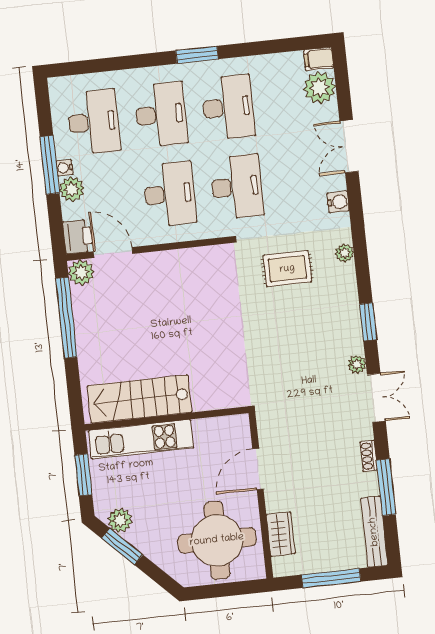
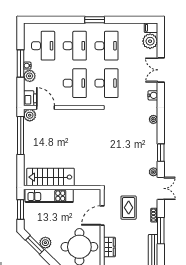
rug: (287, 269) -> (129, 208), moved, turned 90
plant: (120, 520) -> (45, 243), moved

